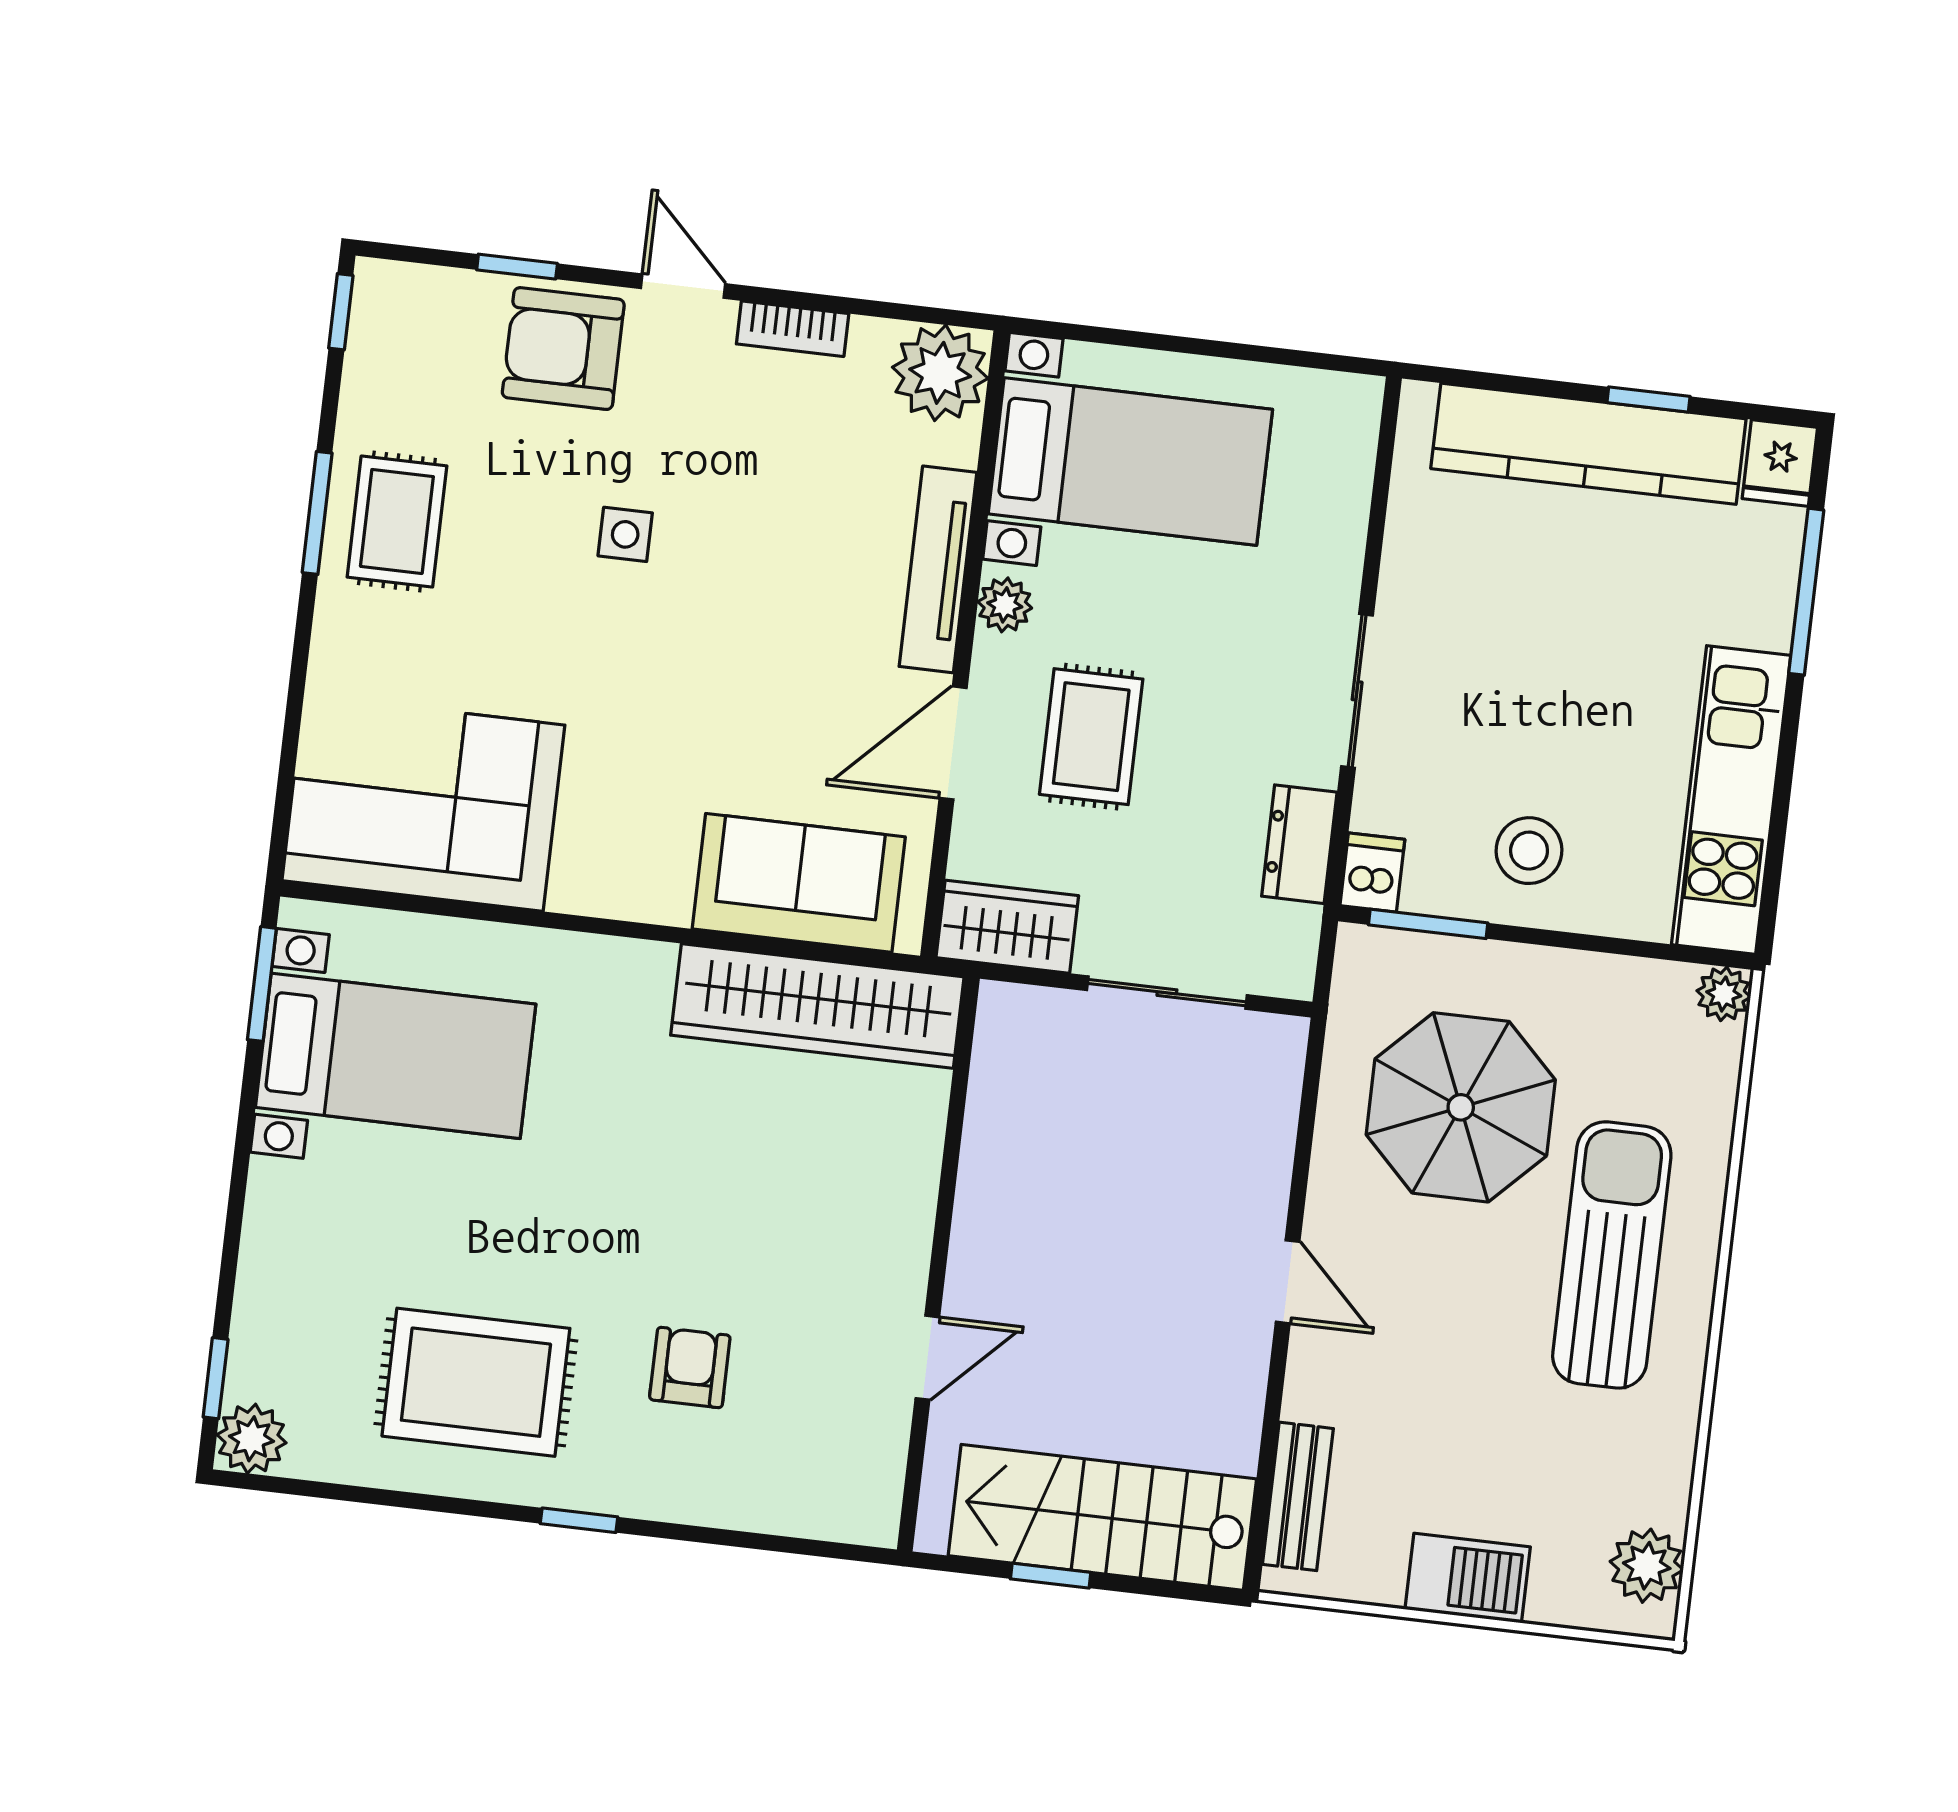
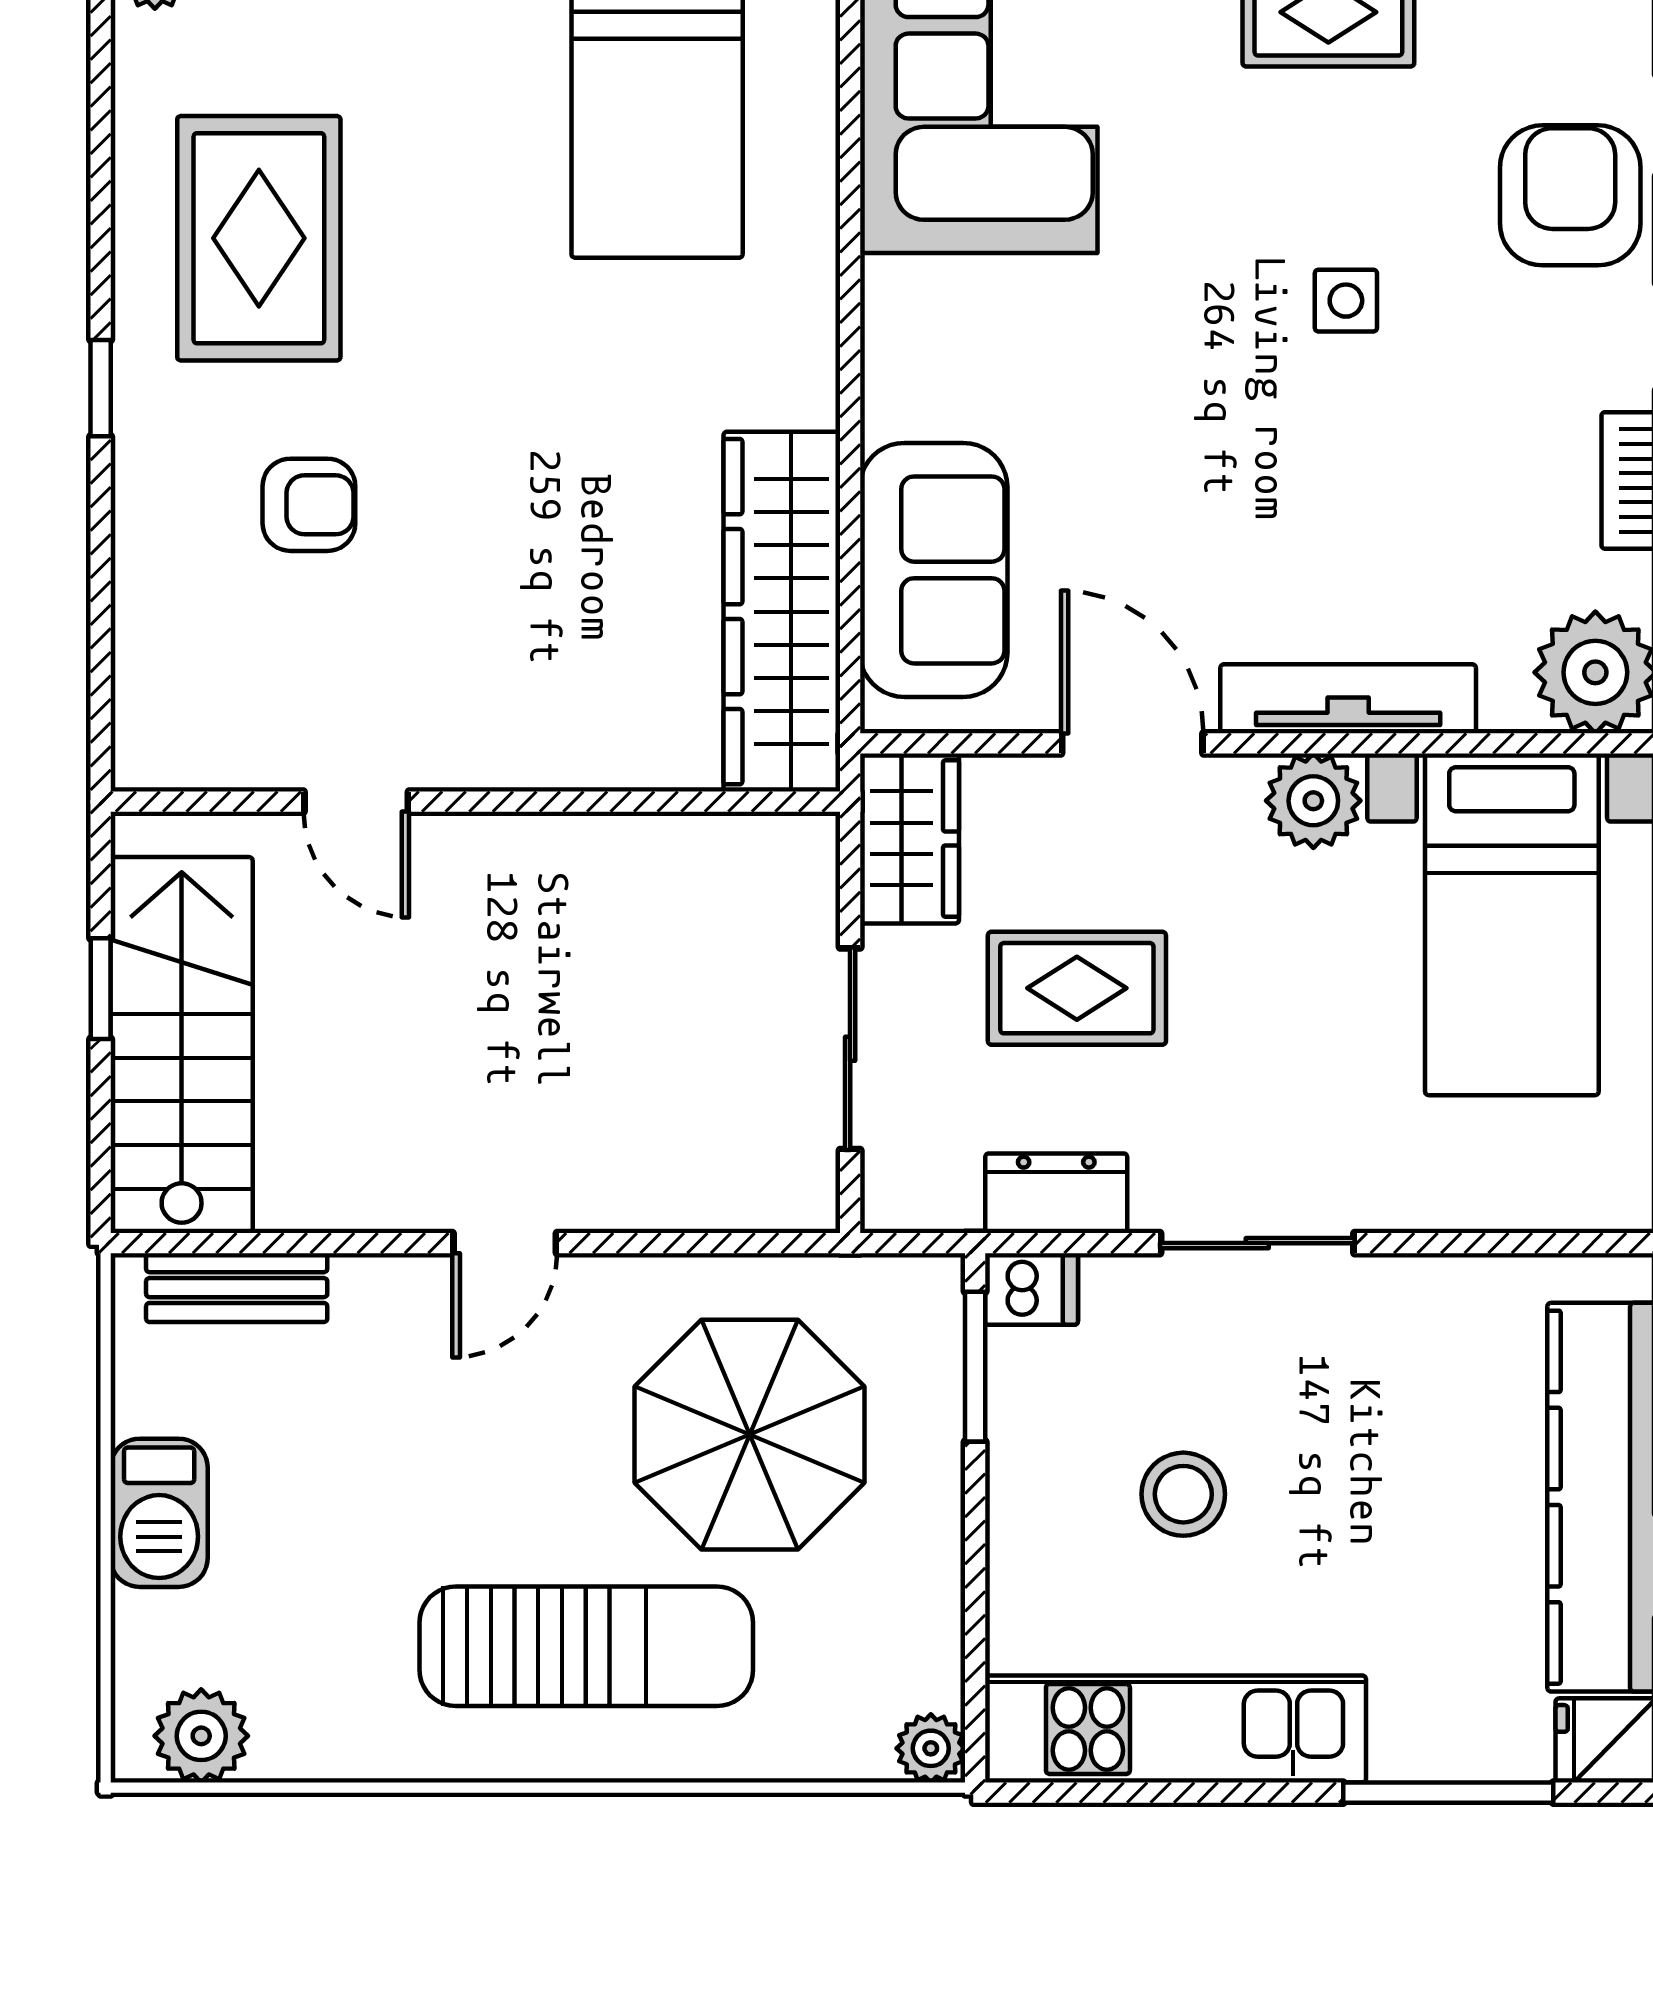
plant: (1005, 605) -> (1313, 801), width x1.38, depth x1.38
rug: (1091, 737) -> (1077, 988), moved
stool: (1529, 851) -> (1183, 1494), moved

